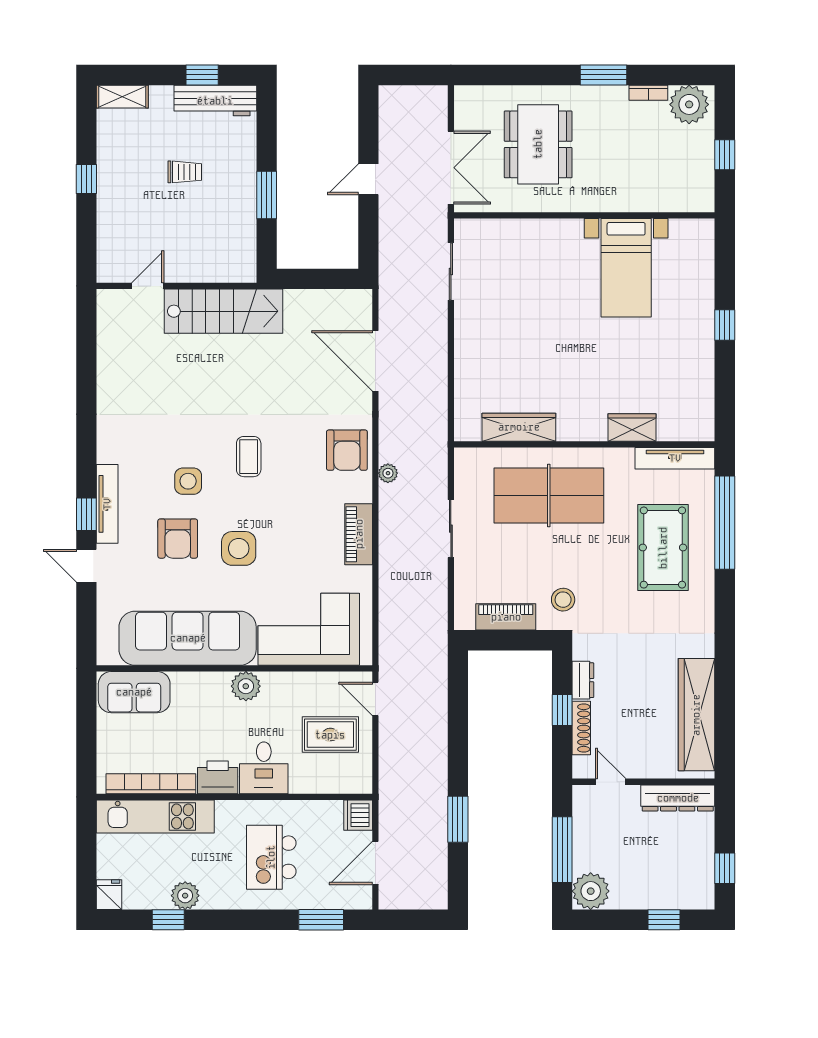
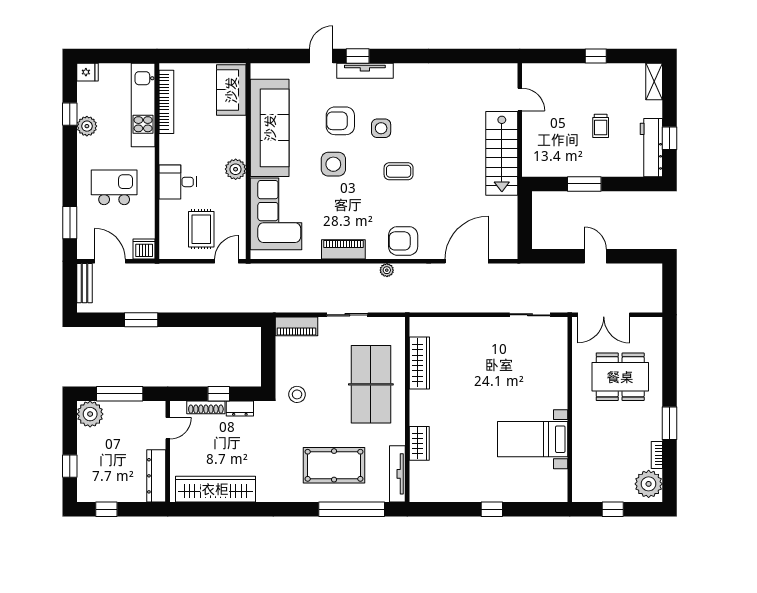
piano: (506, 617) -> (296, 326), moved, turned 90
printer: (218, 777) -> (171, 149), removed
bench: (406, 899) -> (85, 283), added

